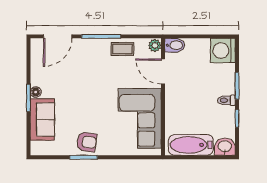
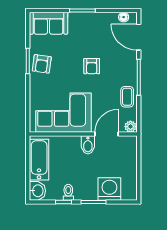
bidet: (175, 45) -> (88, 145), moved
washing machine: (223, 51) -> (109, 189), moved
armchair: (89, 88) -> (92, 66), added
floor lamp: (36, 92) -> (124, 17), moved
toilet: (226, 100) -> (68, 192), moved
sofa: (42, 119) -> (48, 23), moved

